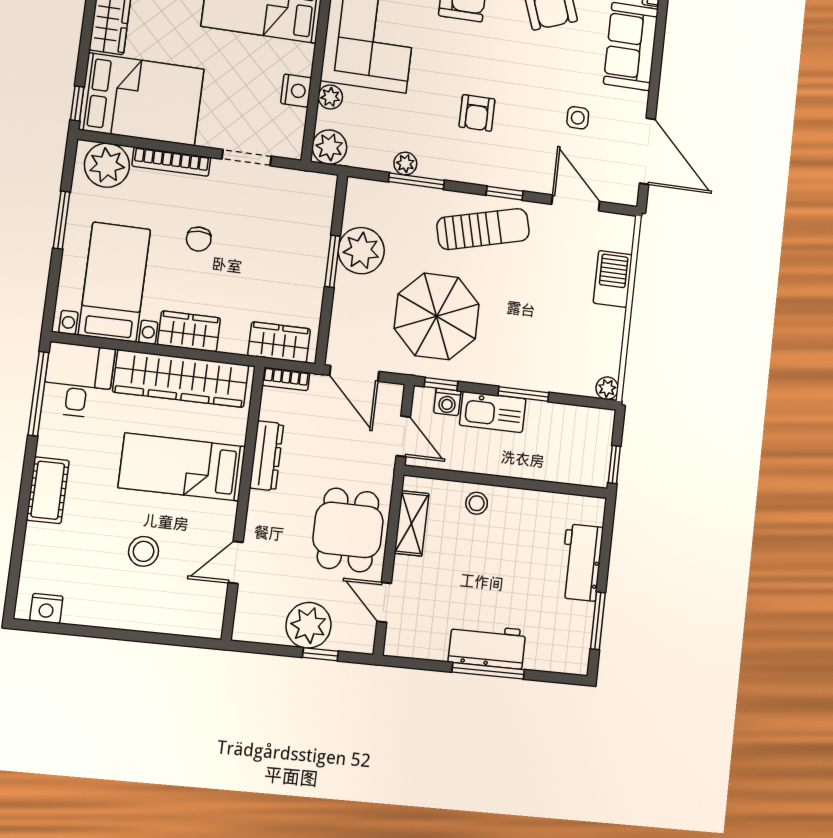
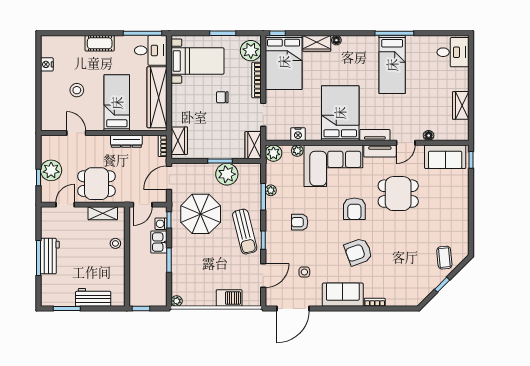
wardrobe: (189, 331) -> (253, 145), moved, turned 180
kitchen sink: (493, 412) -> (159, 242), width x0.73
nightstand: (46, 608) -> (47, 64), moved

